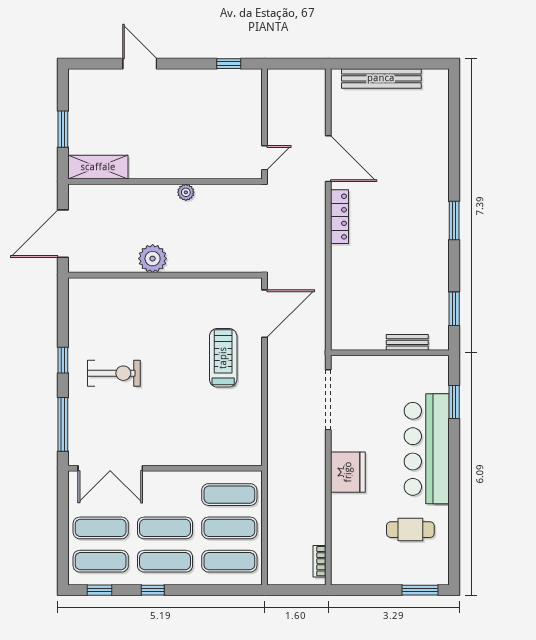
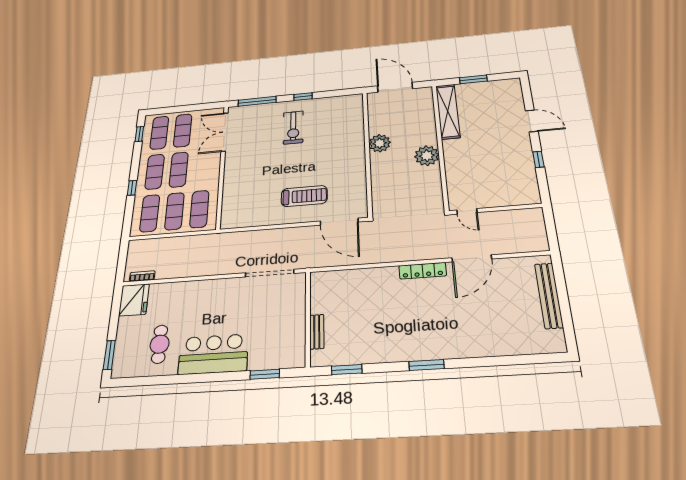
door: (140, 64) -> (532, 121), hinge flipped
window: (229, 64) -> (538, 159), moved
shelving: (98, 167) -> (448, 111), width x1.47
plant: (186, 192) -> (427, 156), width x1.87, depth x1.87
bar counter: (427, 449) -> (213, 354), width x0.73
fridge: (348, 472) -> (134, 300), moved, turned -90
window: (153, 590) -> (132, 188), moved

